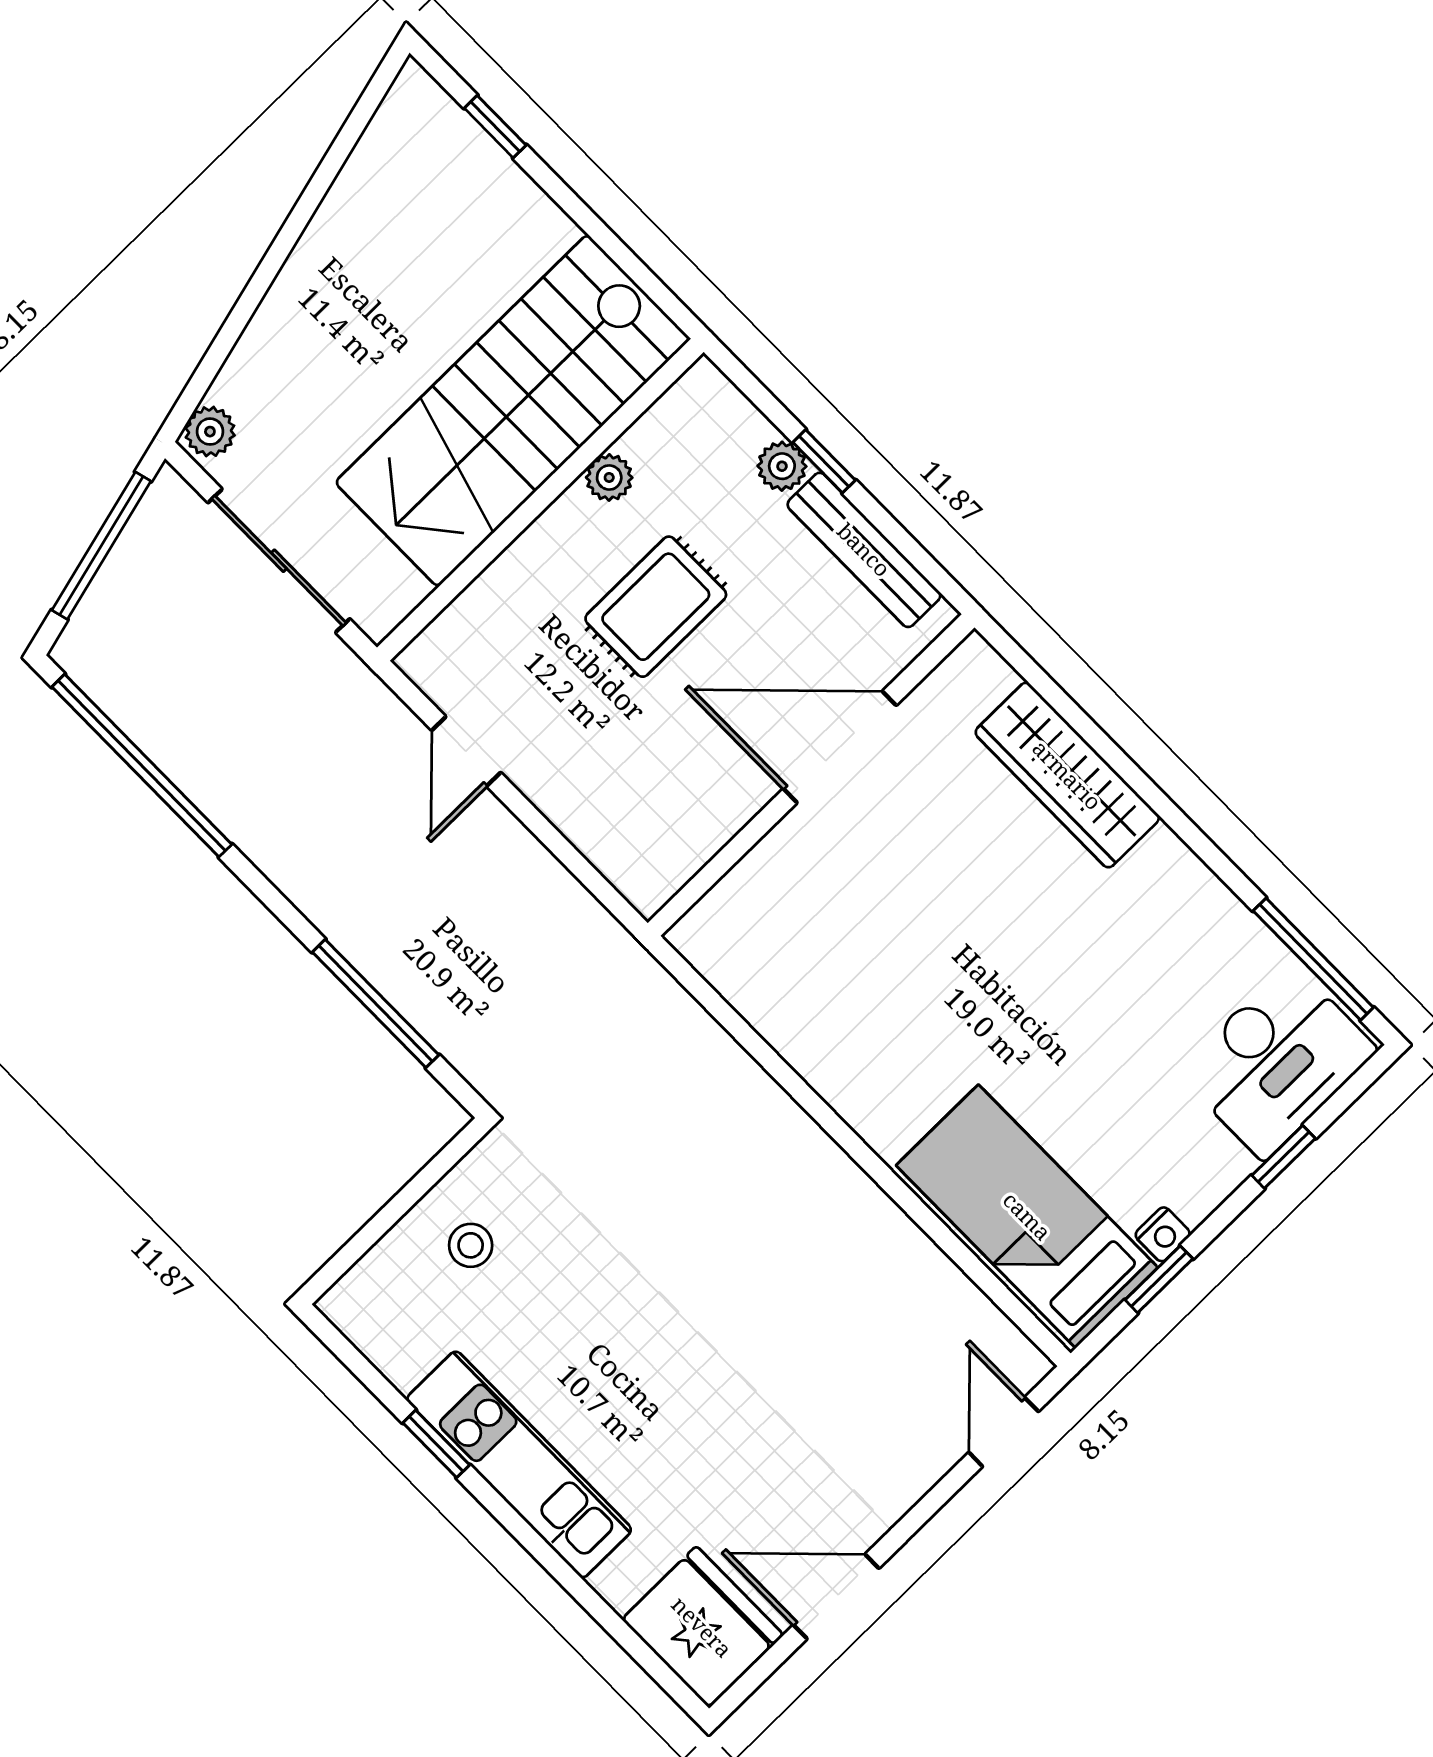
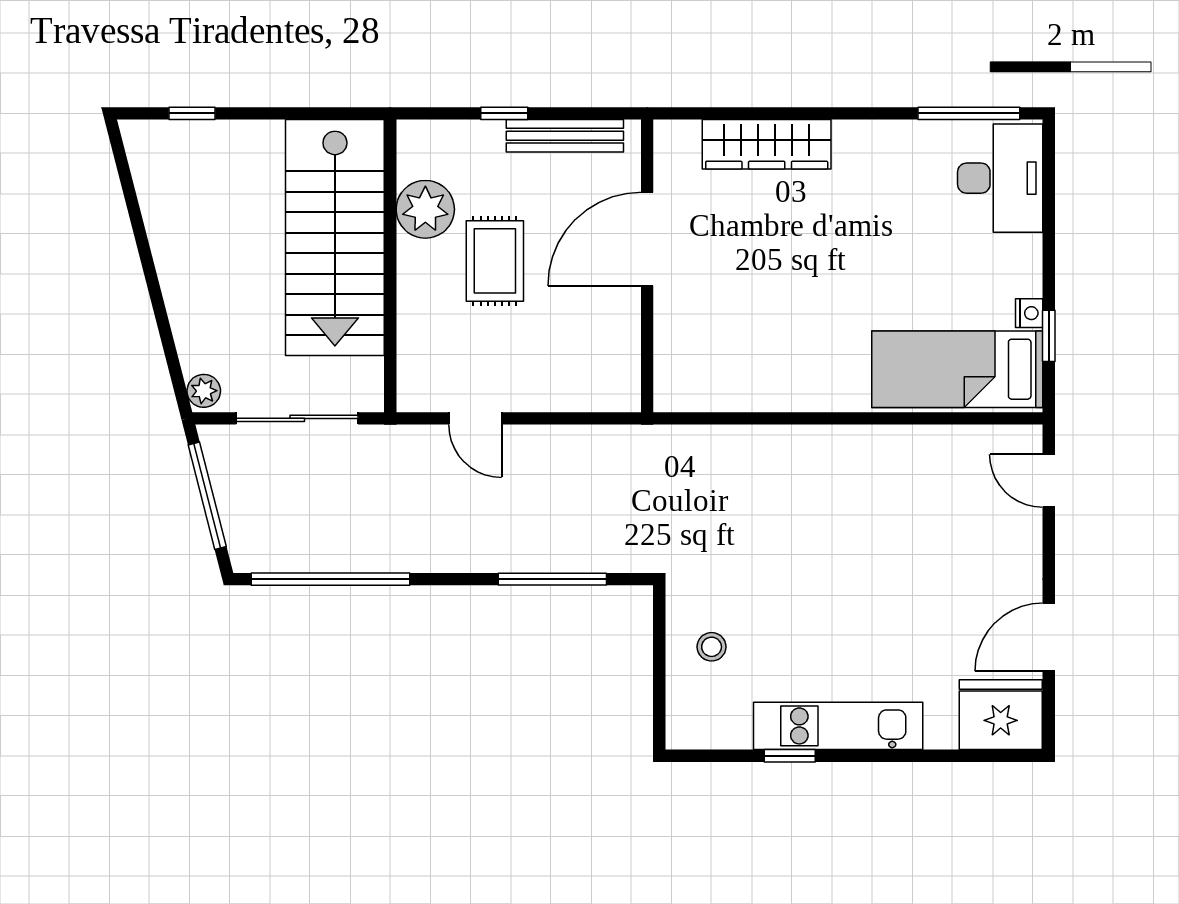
plant: (782, 466) -> (487, 136), removed
plant: (609, 477) -> (425, 209), width x1.88, depth x1.88
window: (1284, 1157) -> (1049, 220), removed

